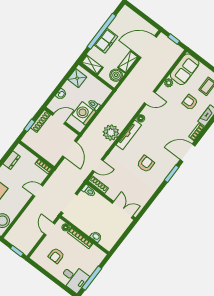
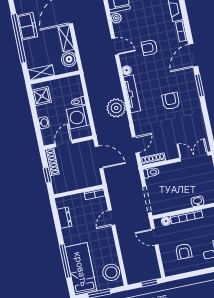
freezer: (106, 41) -> (27, 26), moved
door: (150, 98) -> (115, 46), hinge flipped
armchair: (190, 102) -> (150, 48), moved

